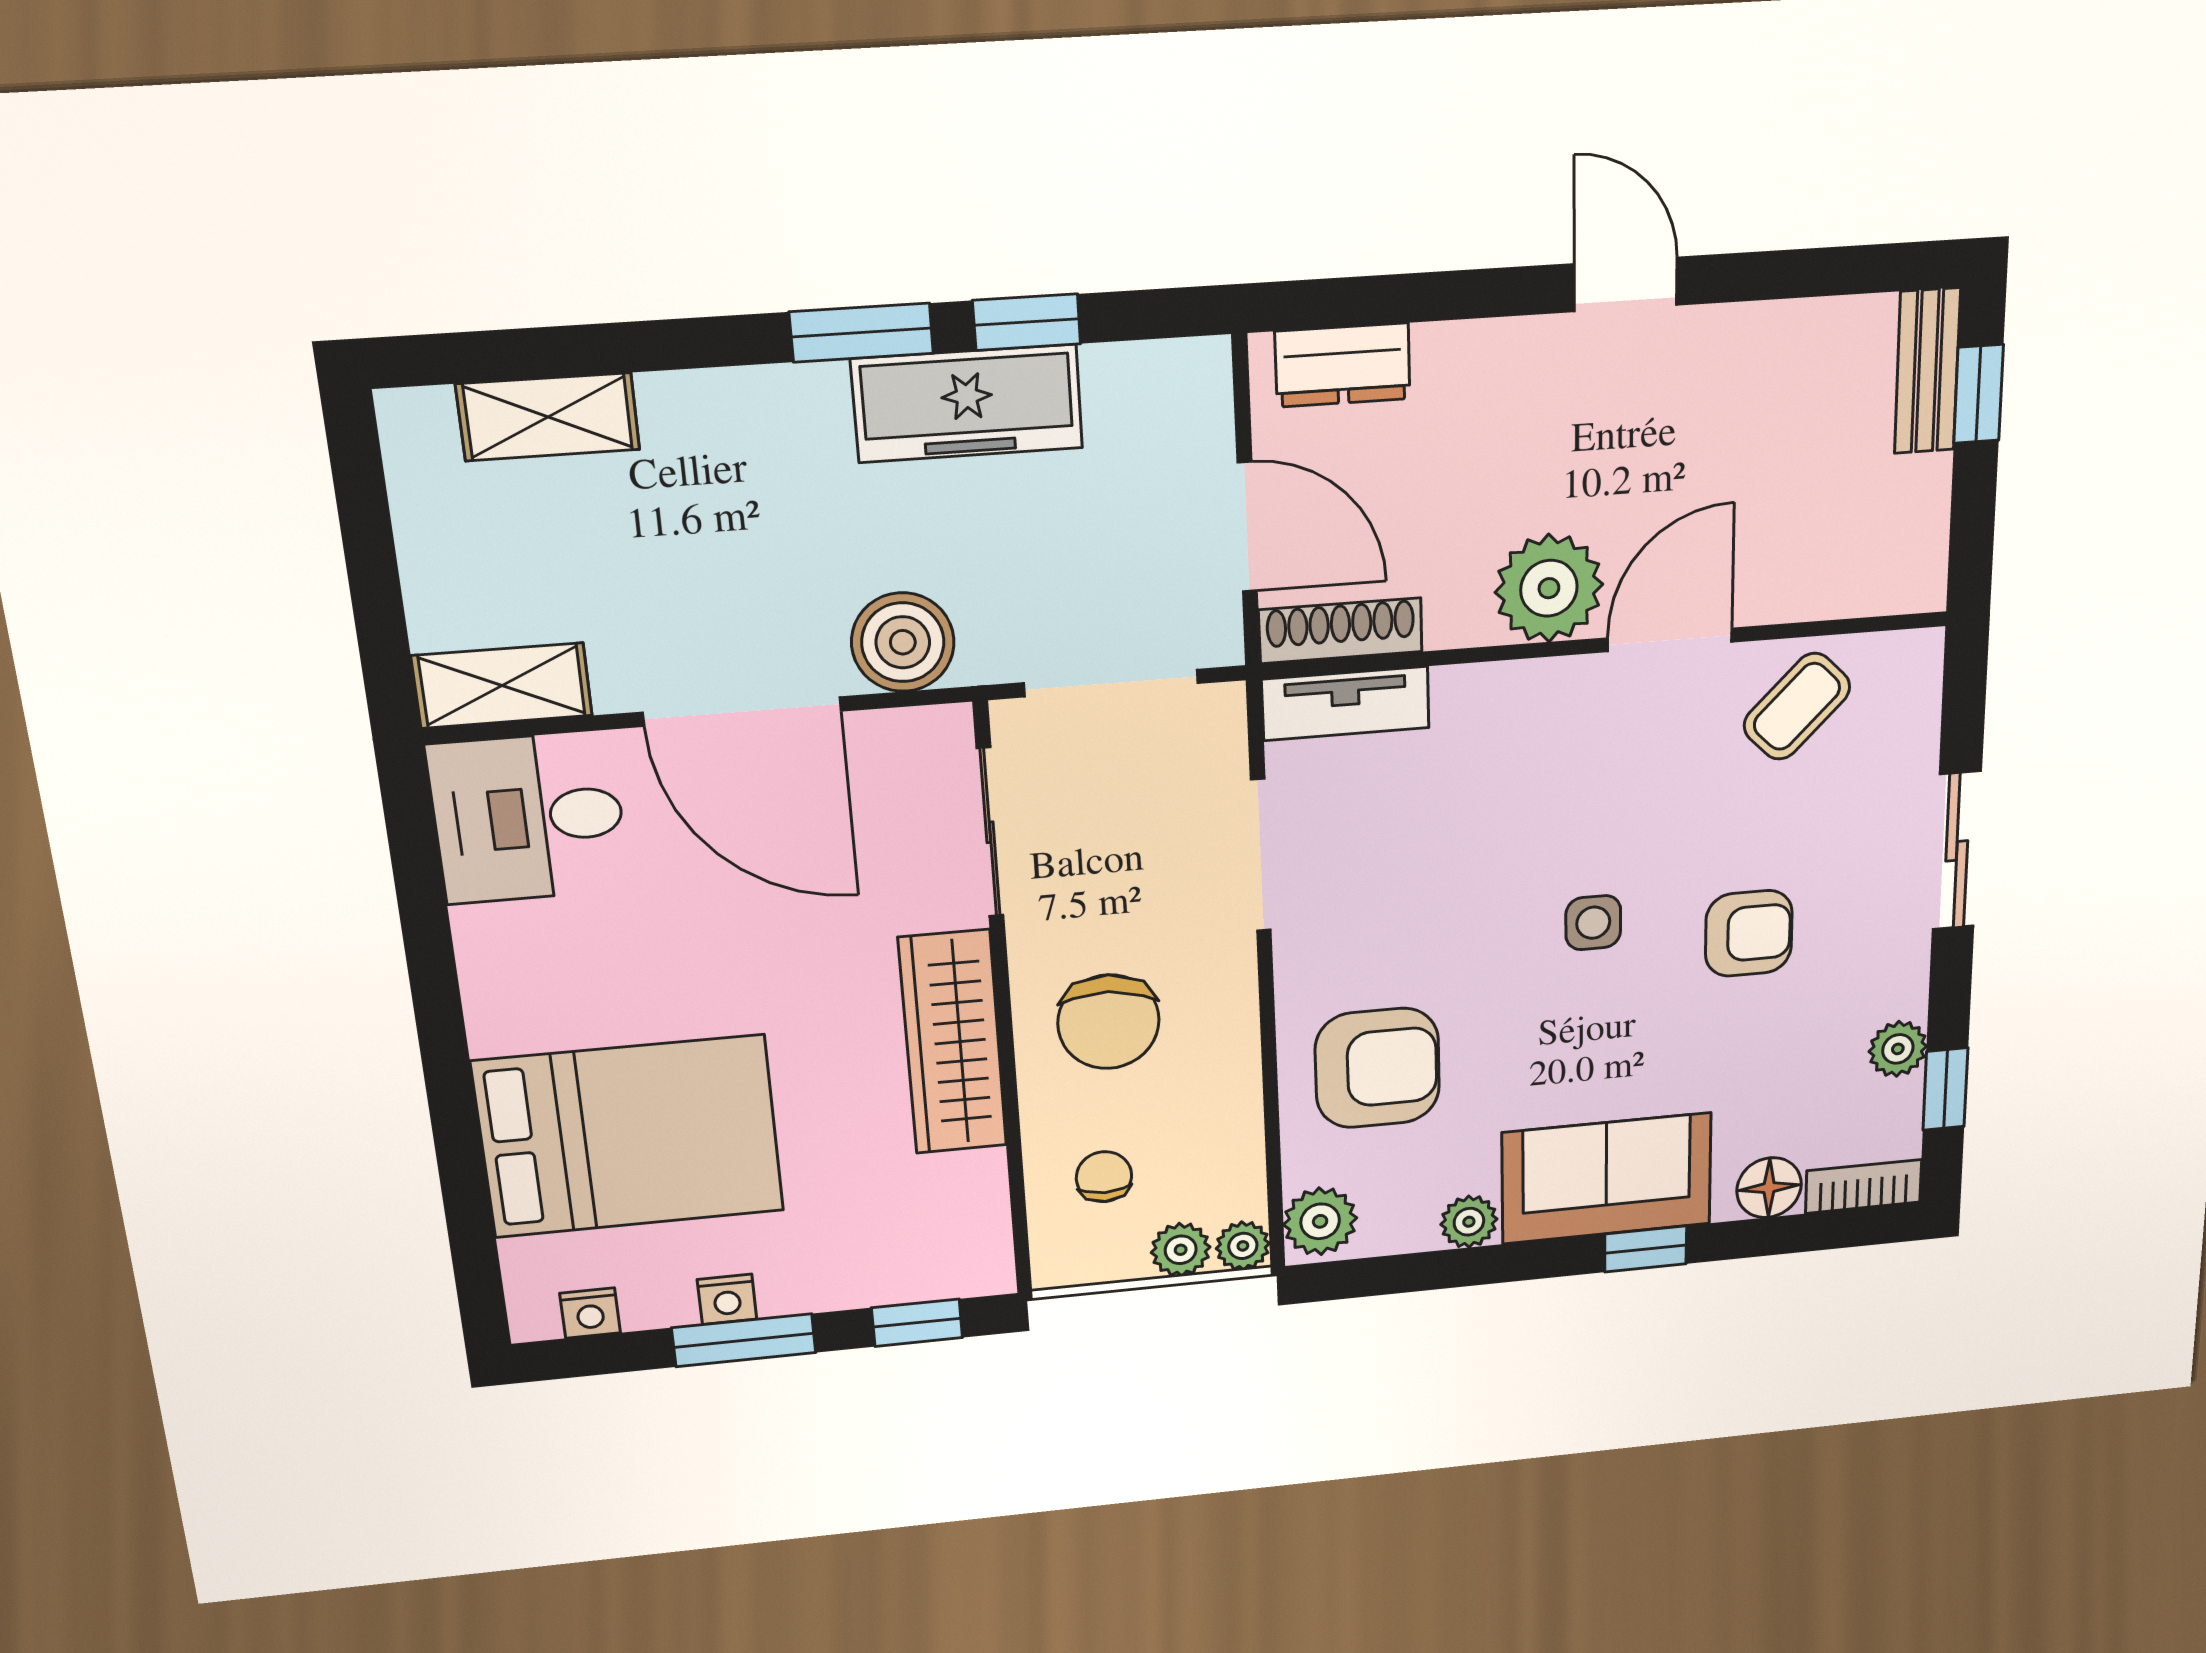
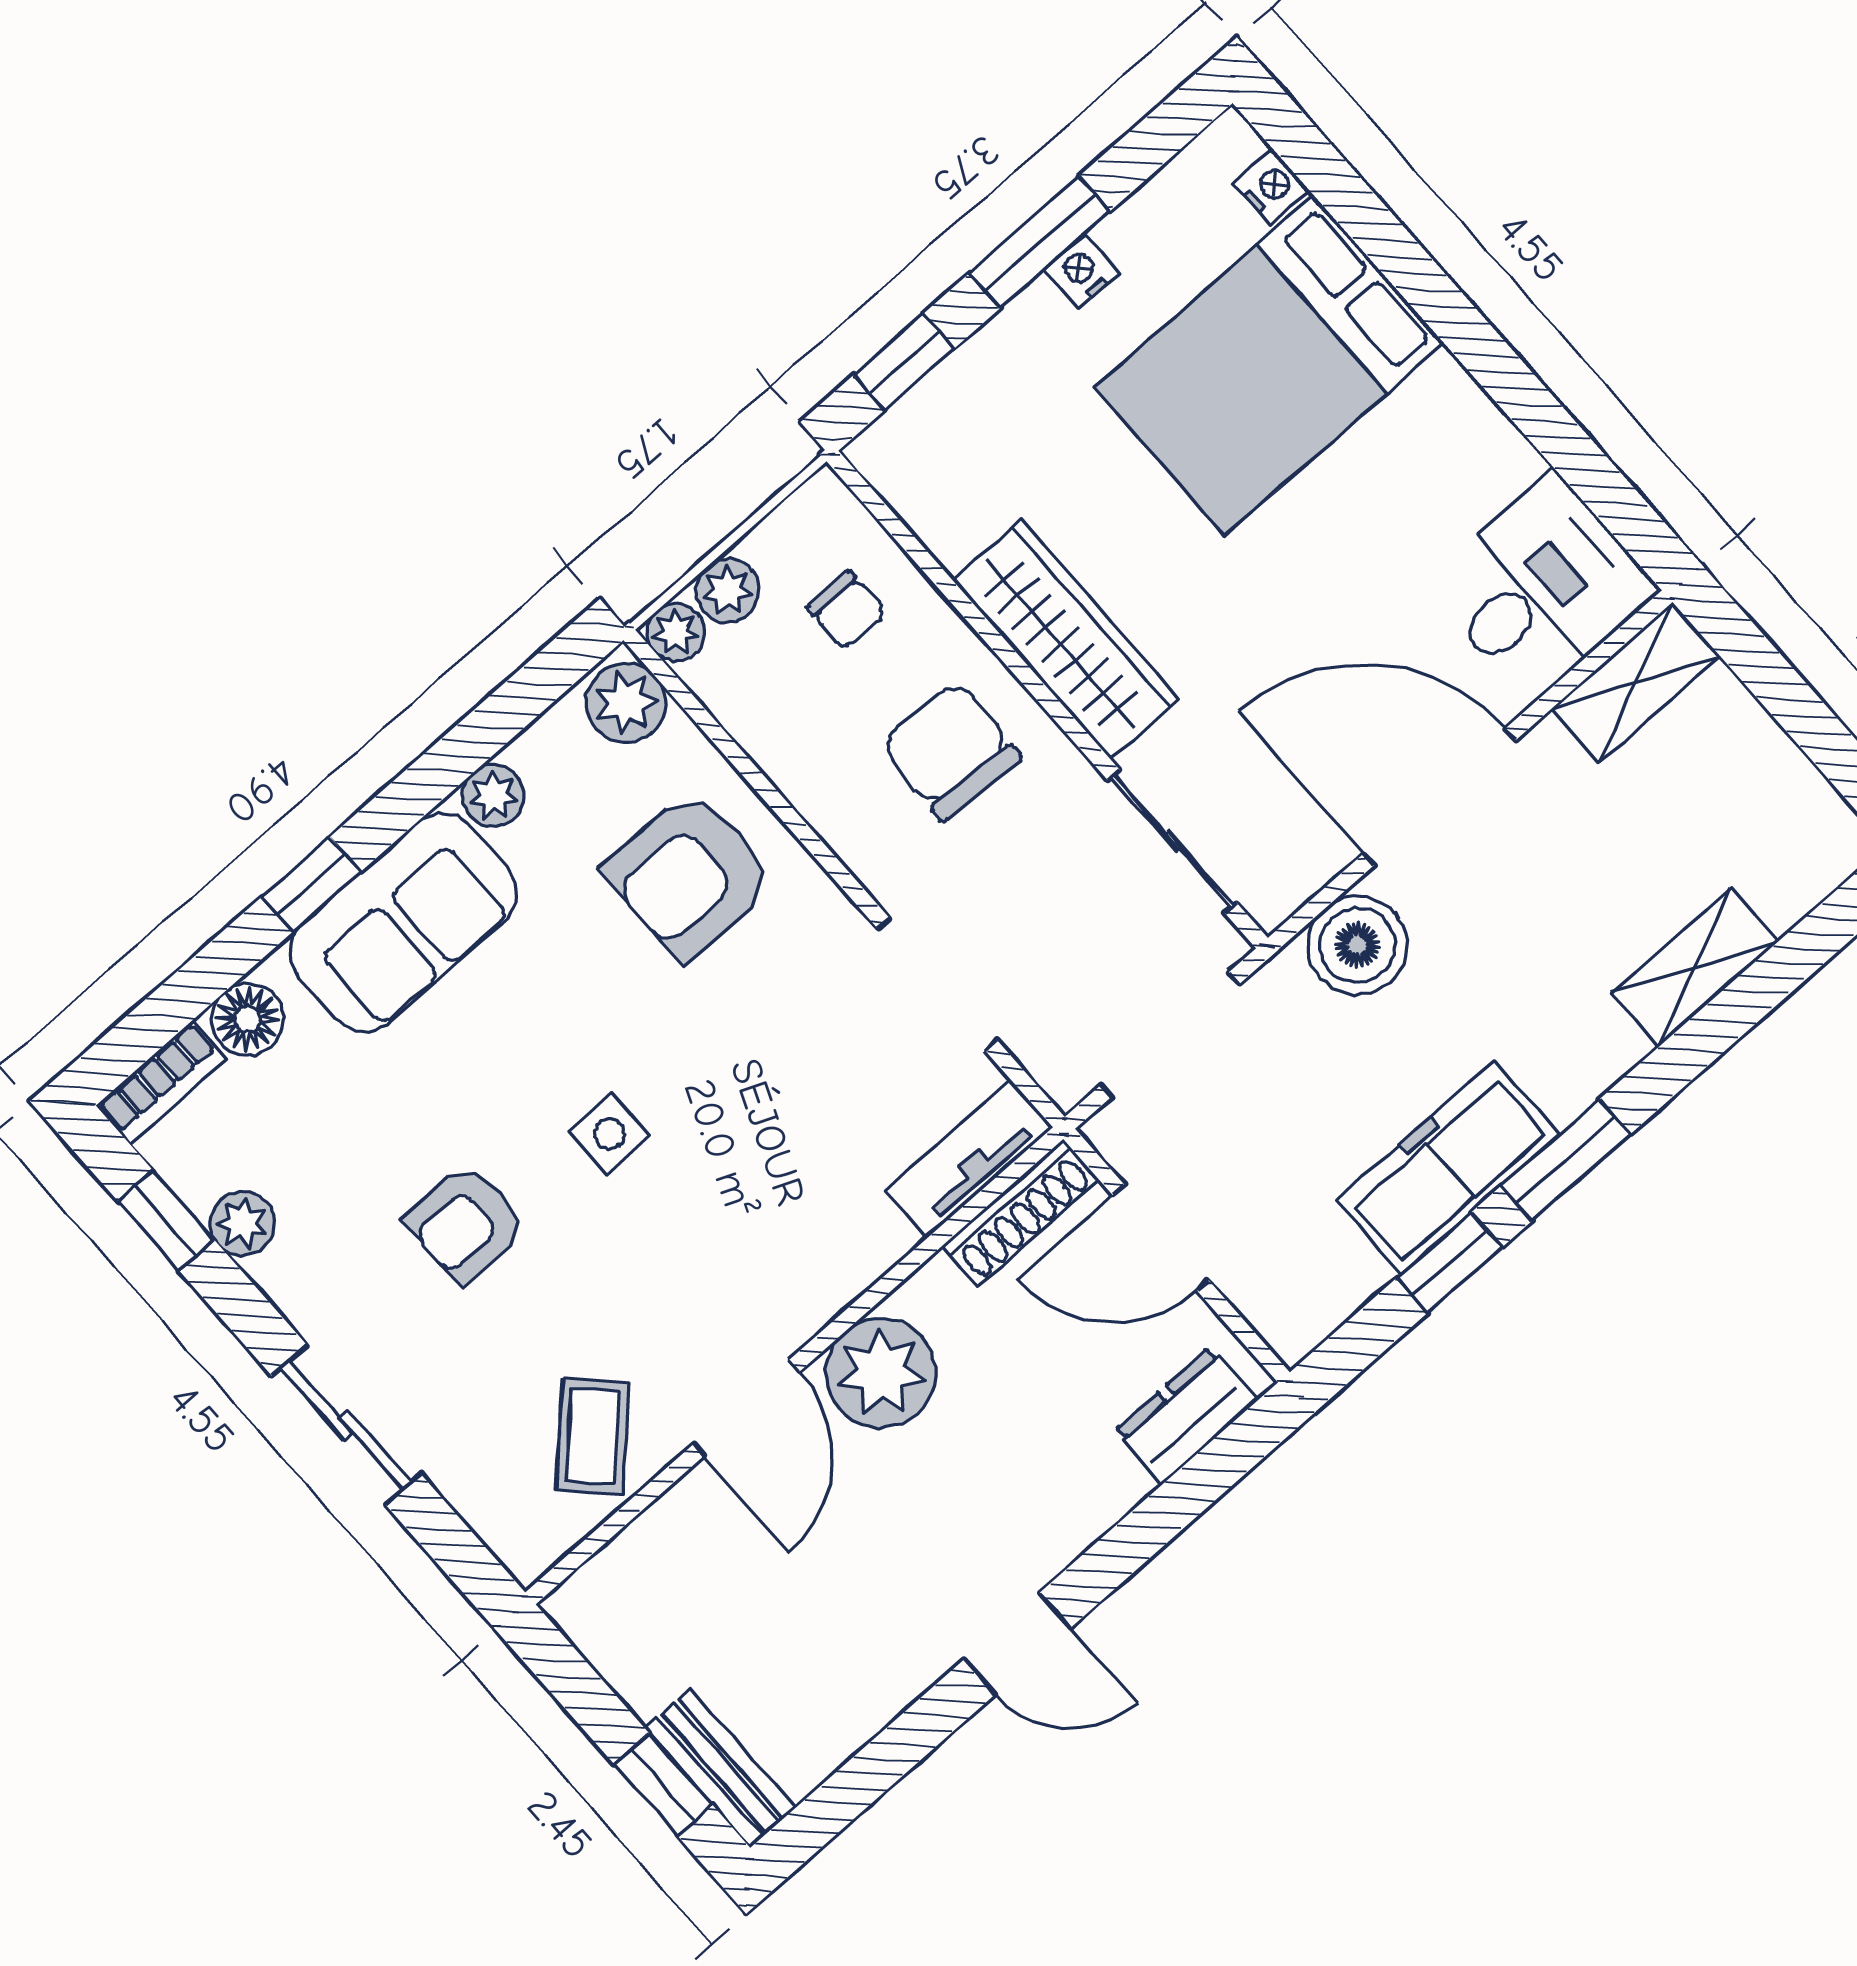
shelving: (548, 417) -> (1695, 967), moved
nightstand: (590, 1313) -> (1272, 187), moved, turned 90

